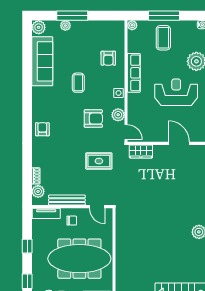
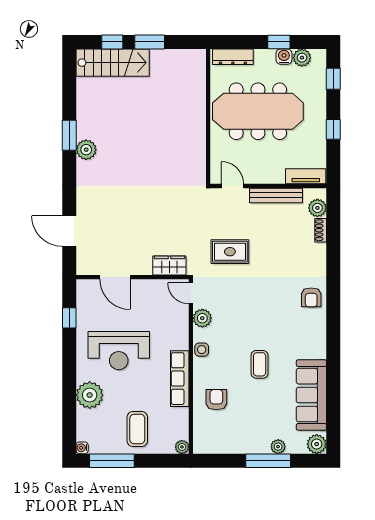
window: (164, 16) -> (112, 461), moved
armchair: (93, 119) -> (238, 313), removed
chair: (72, 221) -> (269, 166), removed

